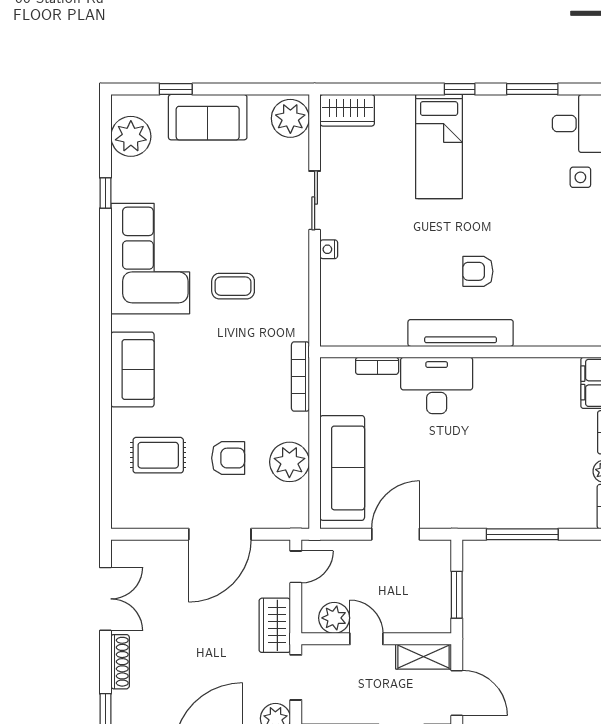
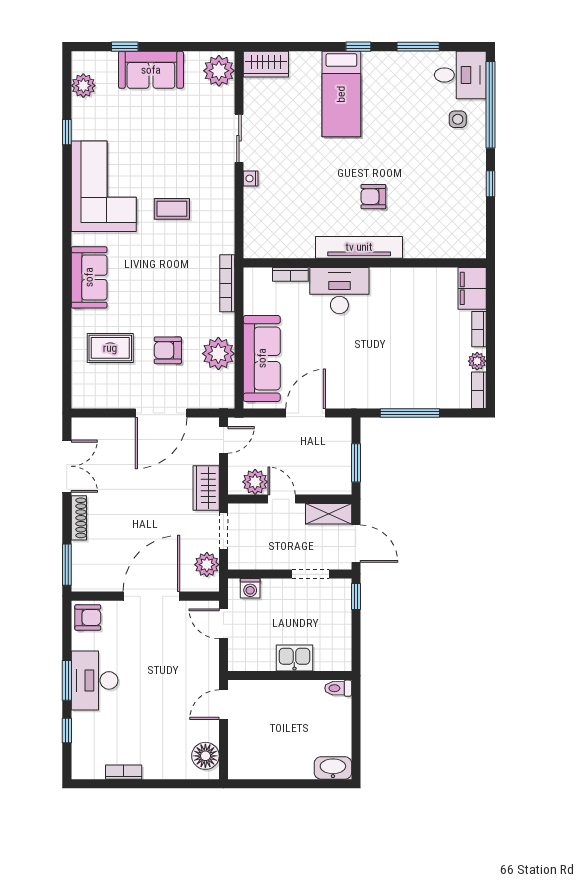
plant: (131, 136) -> (83, 86), width x0.73, depth x0.73
armchair: (228, 458) -> (168, 350), turned 180

